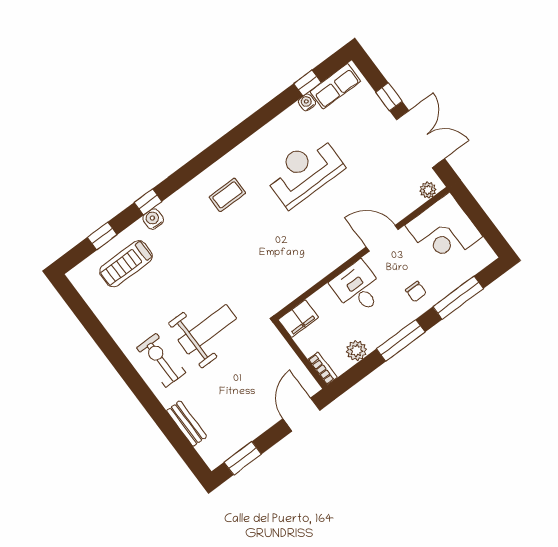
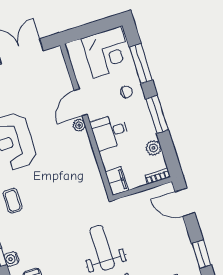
plant: (428, 190) -> (79, 125), moved
corner desk: (444, 231) -> (107, 52), moved

